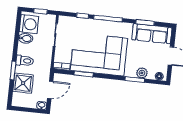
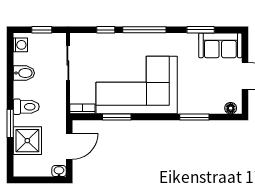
washing machine: (29, 24) -> (20, 45), width x0.53, depth x0.53
sofa: (152, 34) -> (220, 45), width x0.73
plant: (142, 73) -> (204, 106), removed

